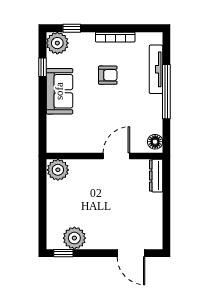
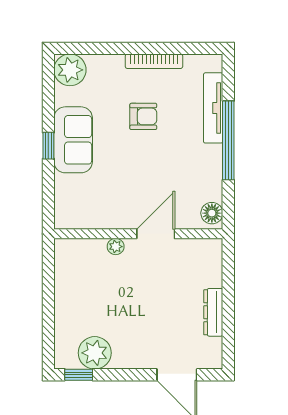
window: (72, 28) -> (91, 48), removed
window: (42, 67) -> (48, 146), moved
plant: (58, 170) -> (116, 247), moved, width x0.53, depth x0.53
dresser: (156, 176) -> (213, 312), moved

